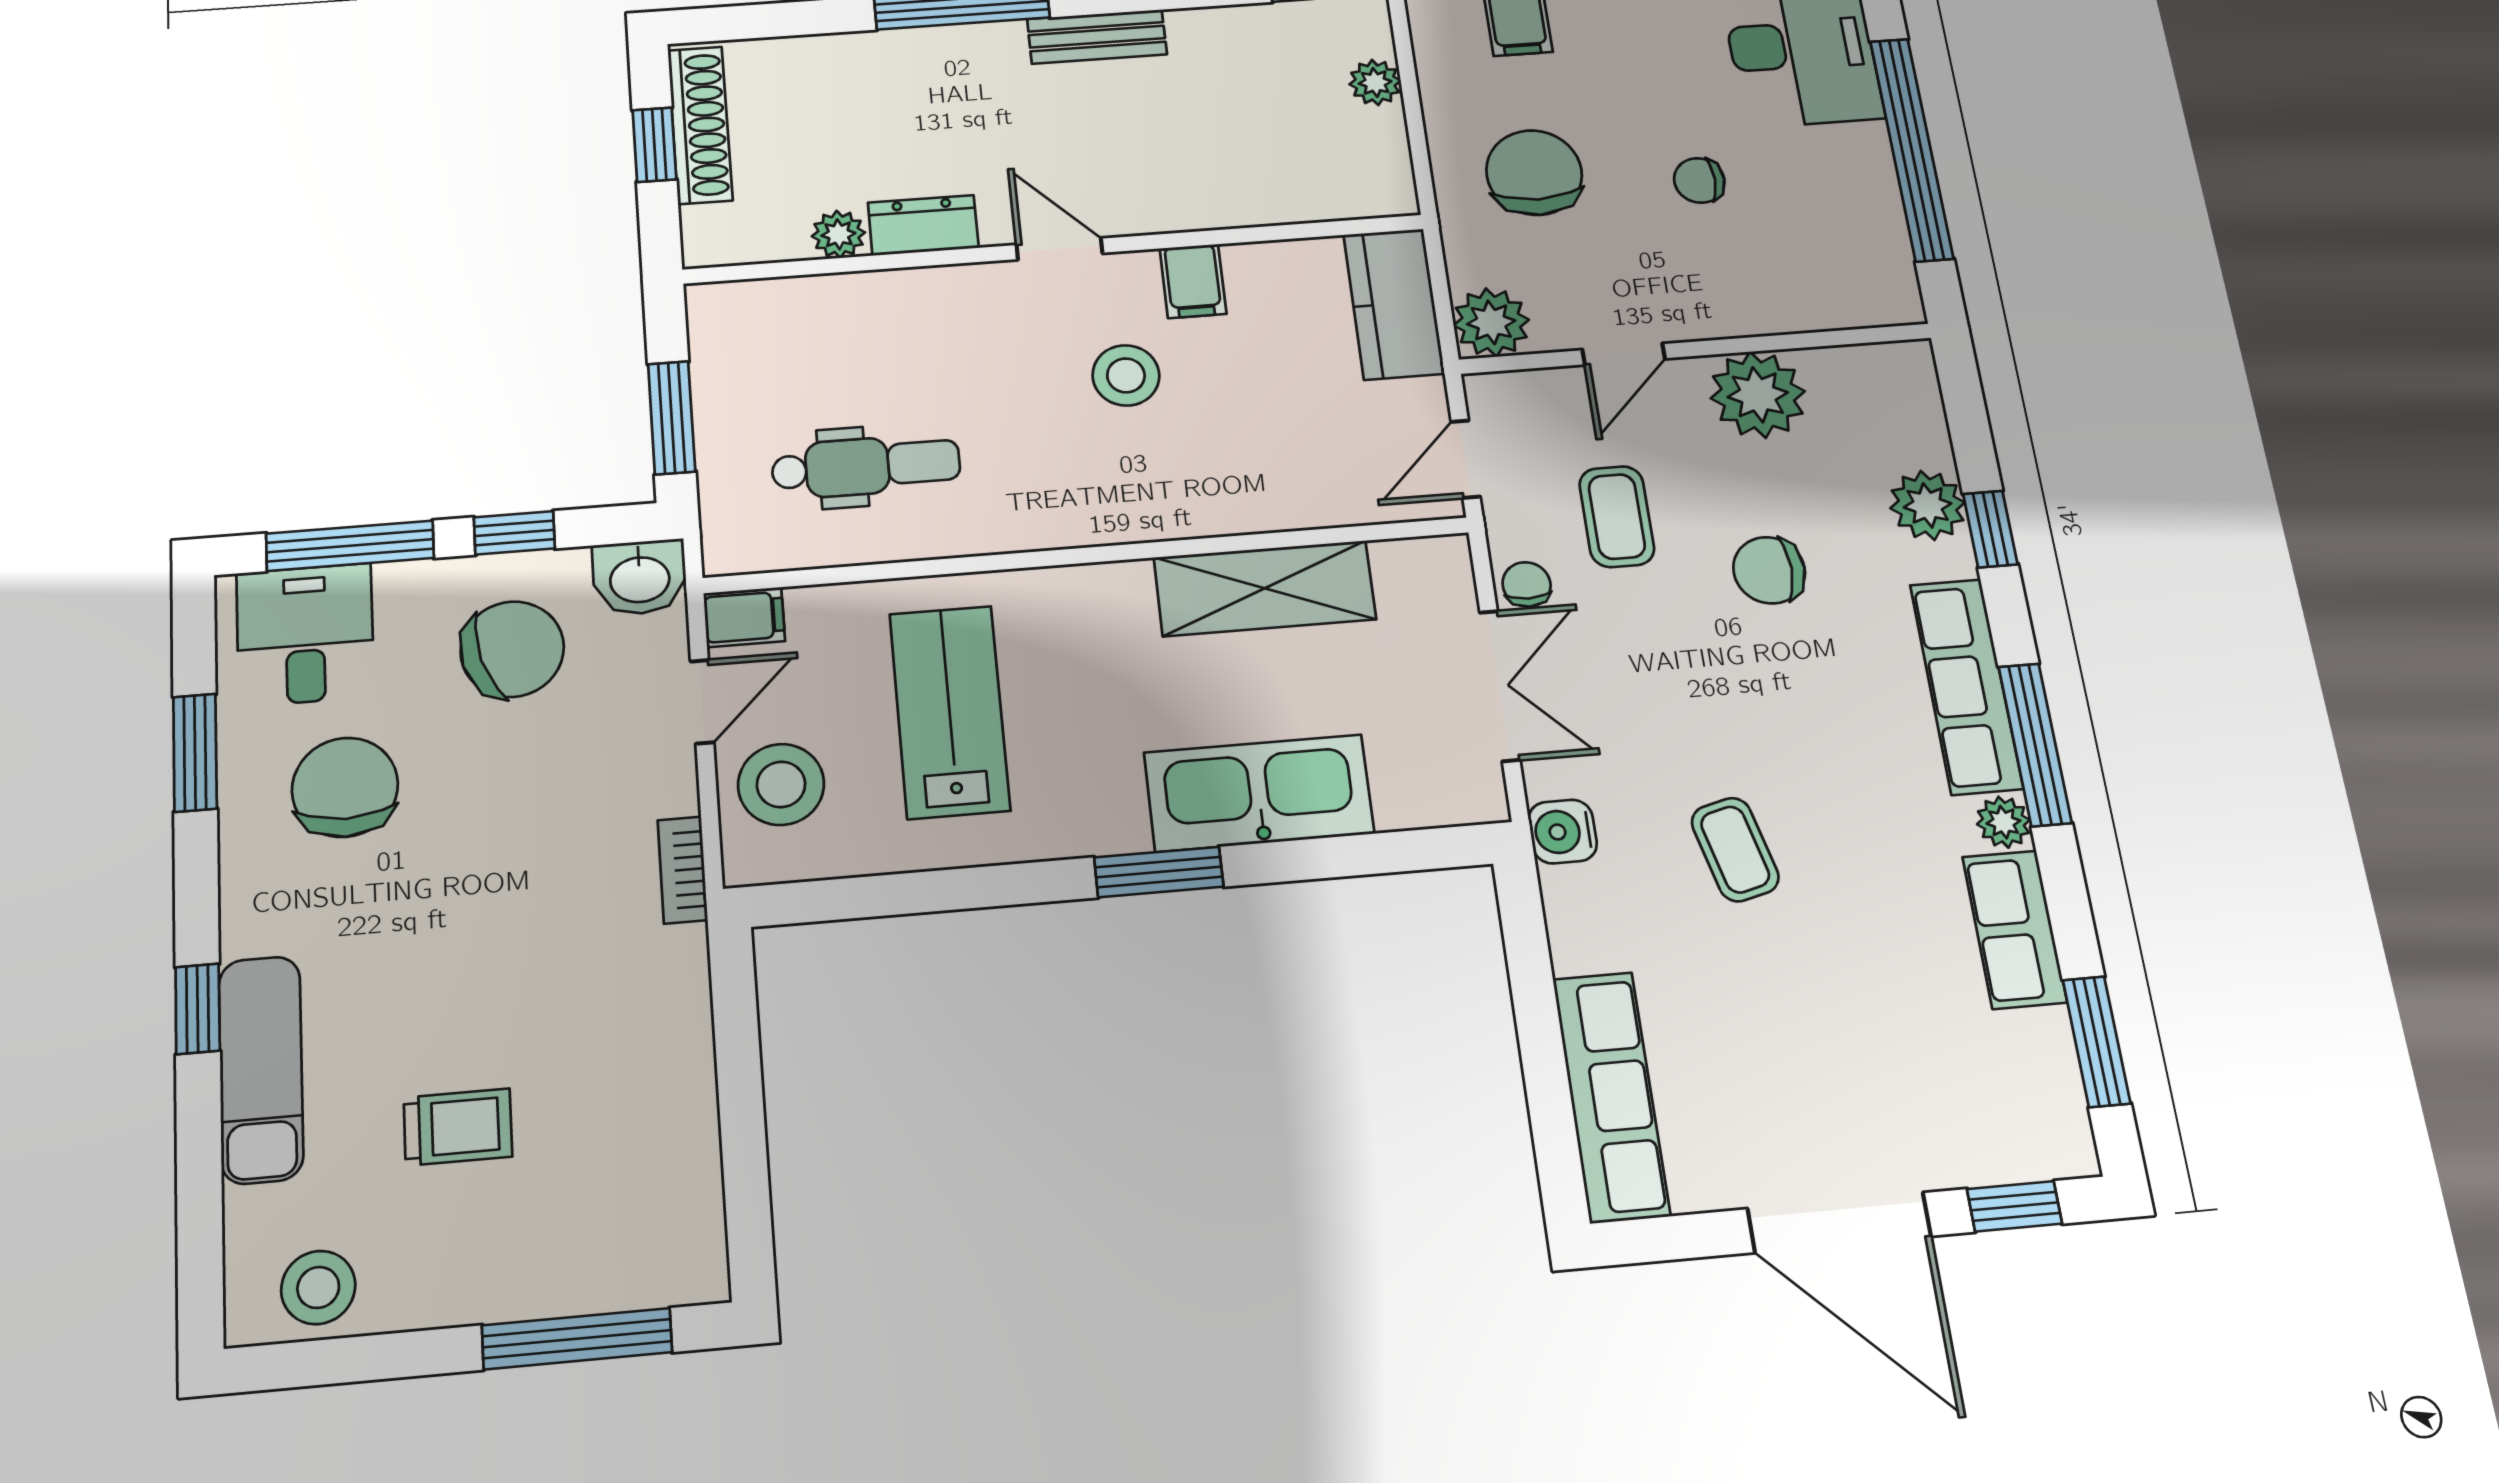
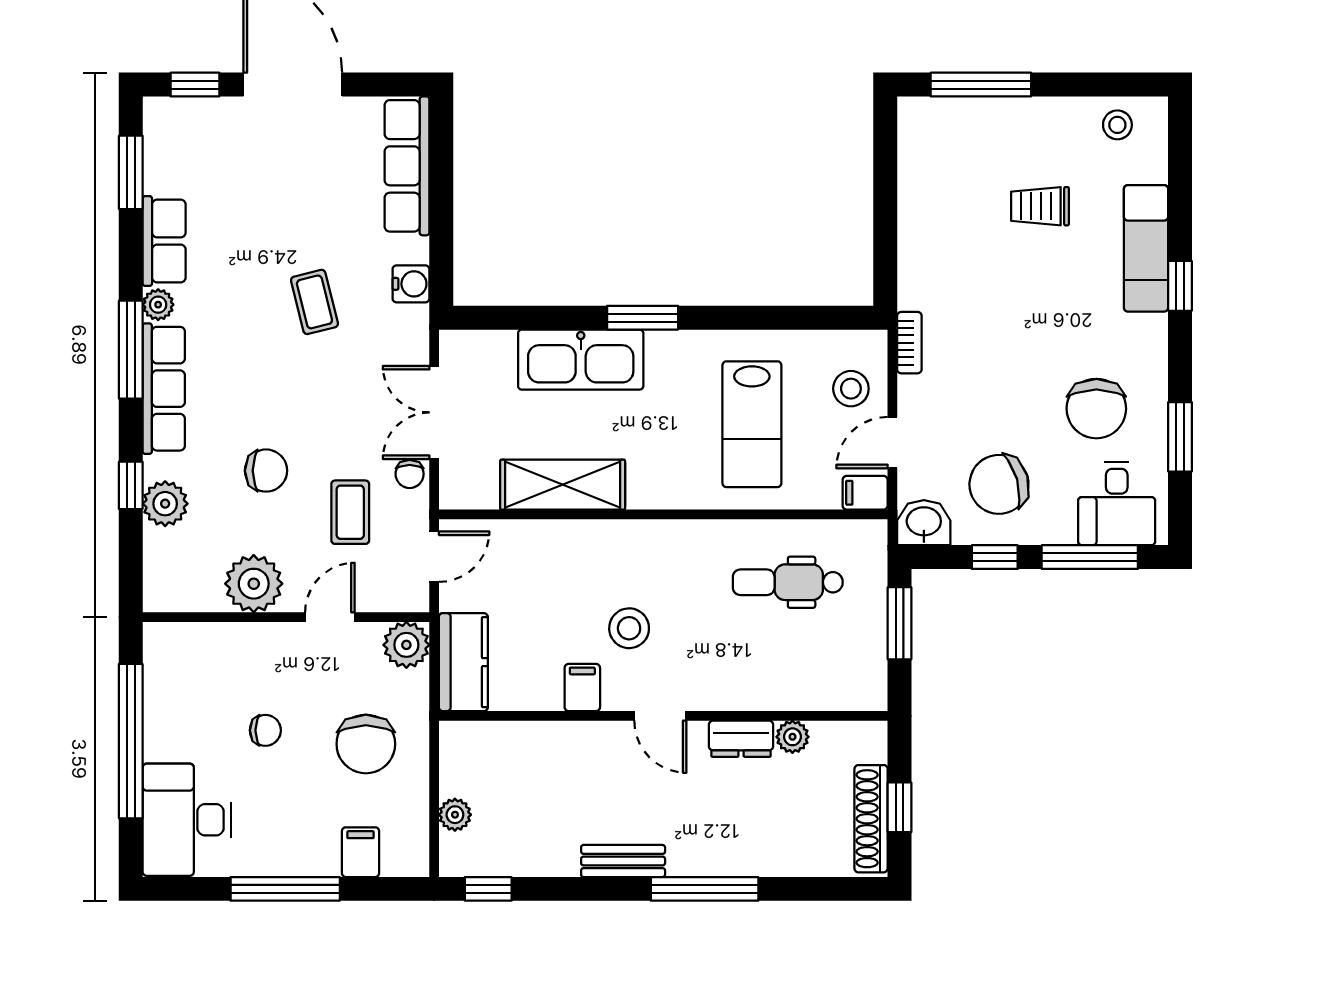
stool: (781, 784) -> (851, 389), width x0.73, depth x0.73
water cooler: (1563, 832) -> (411, 284), moved
stool: (318, 1287) -> (1117, 125), width x0.73, depth x0.73

